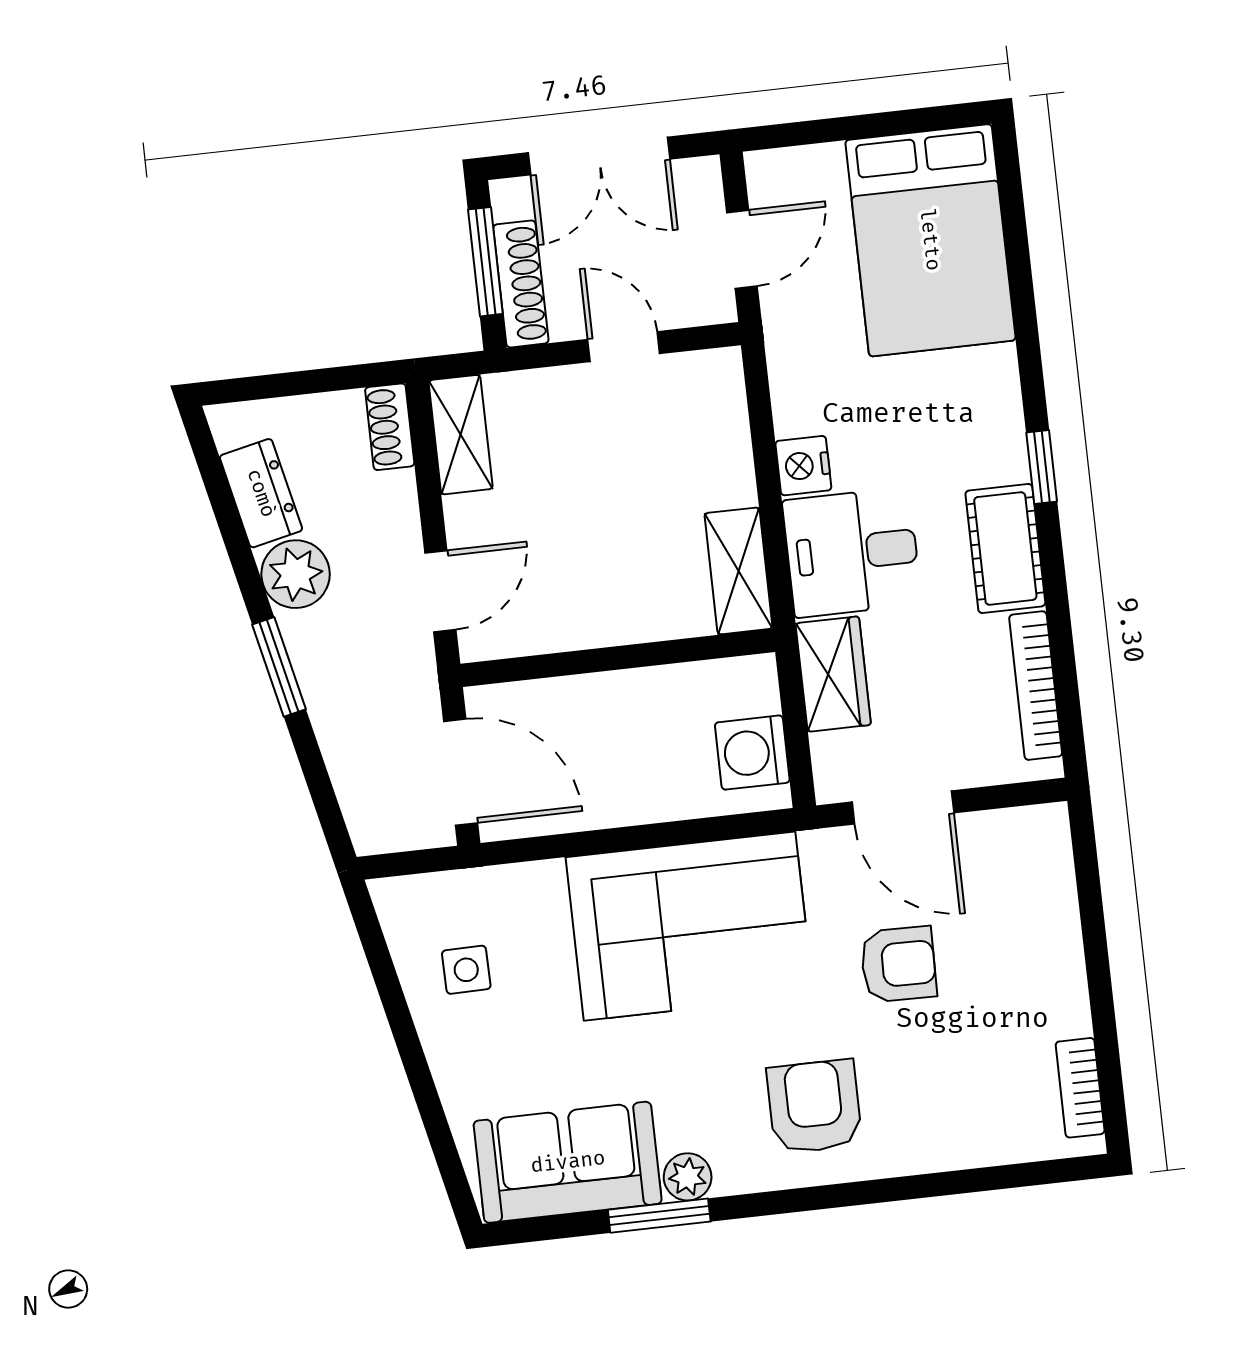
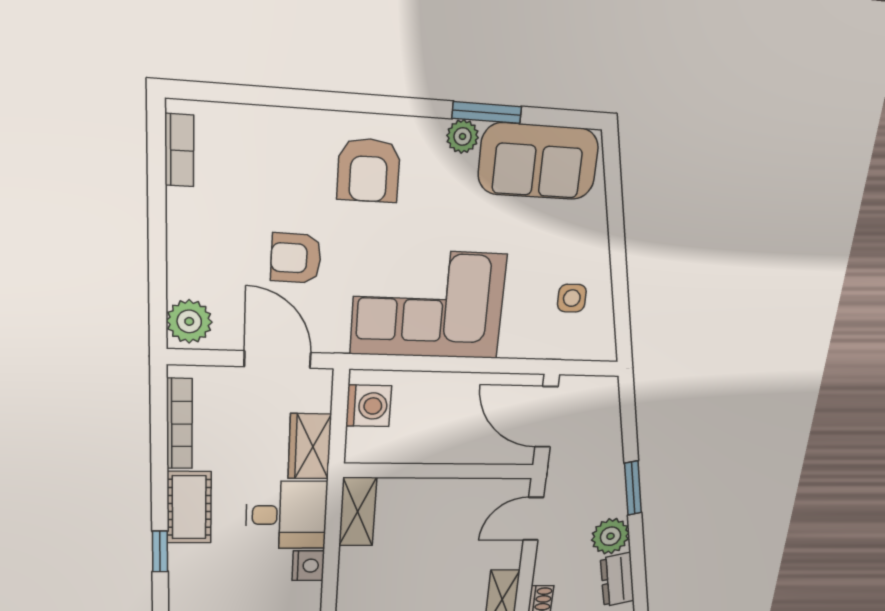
plant: (1039, 847) -> (189, 321), added

